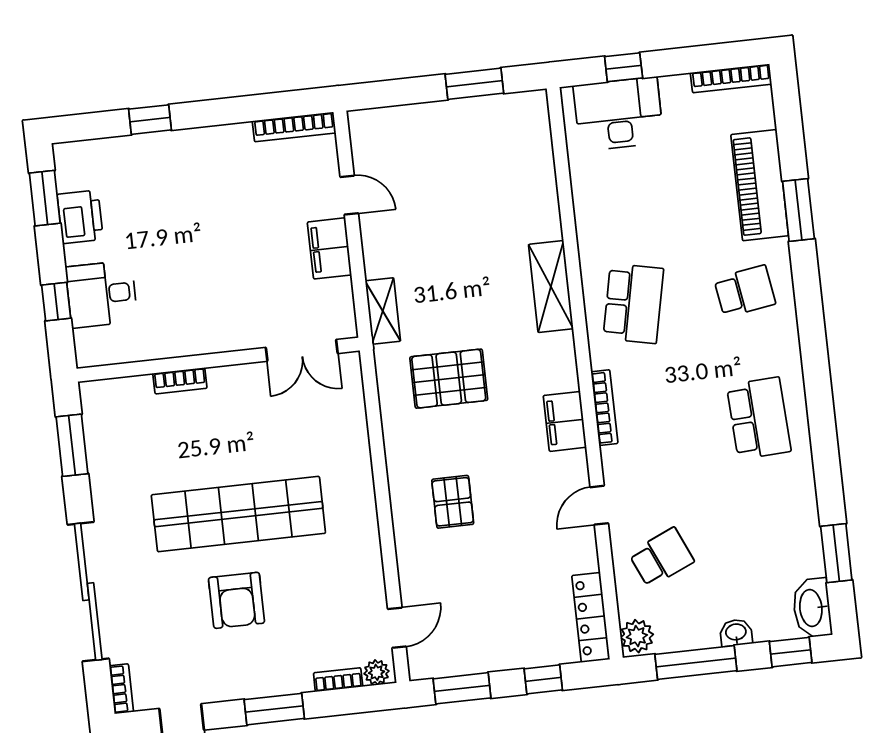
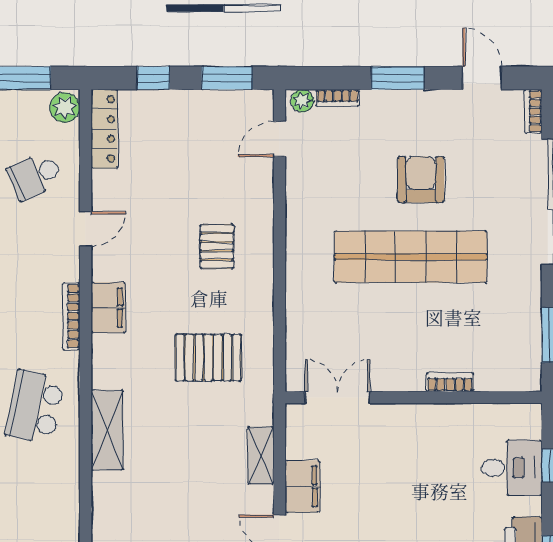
shelving: (383, 311) -> (261, 455), moved

